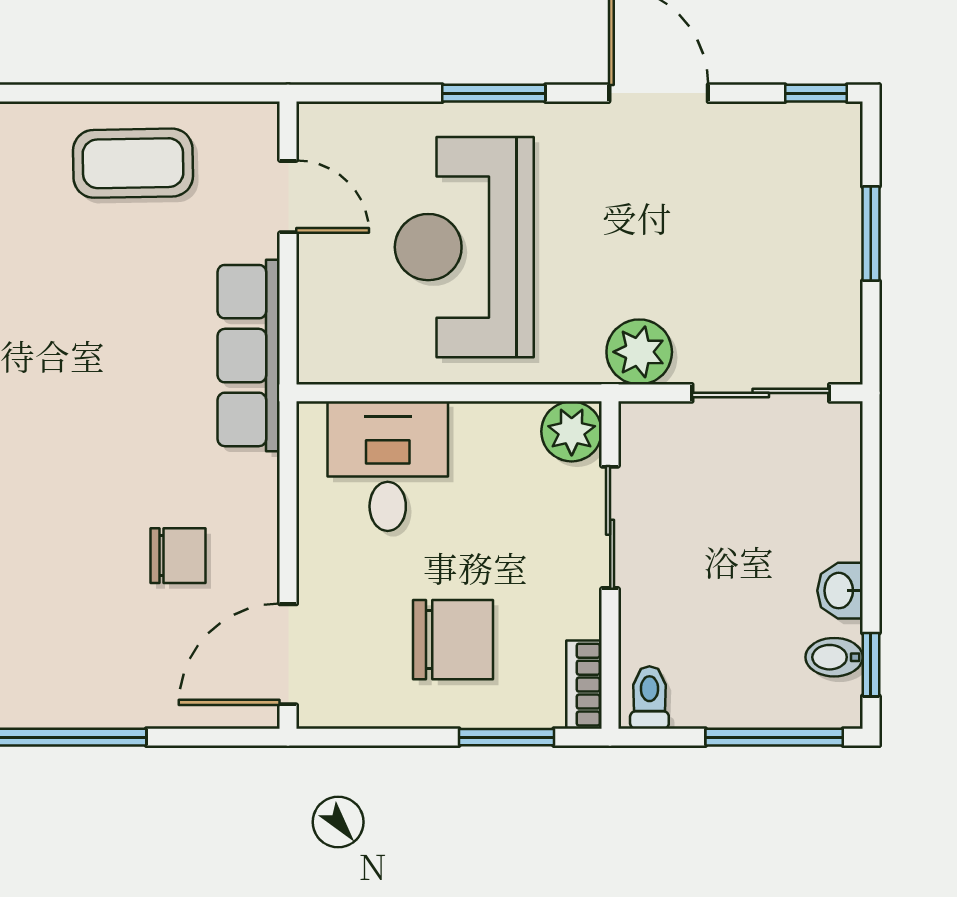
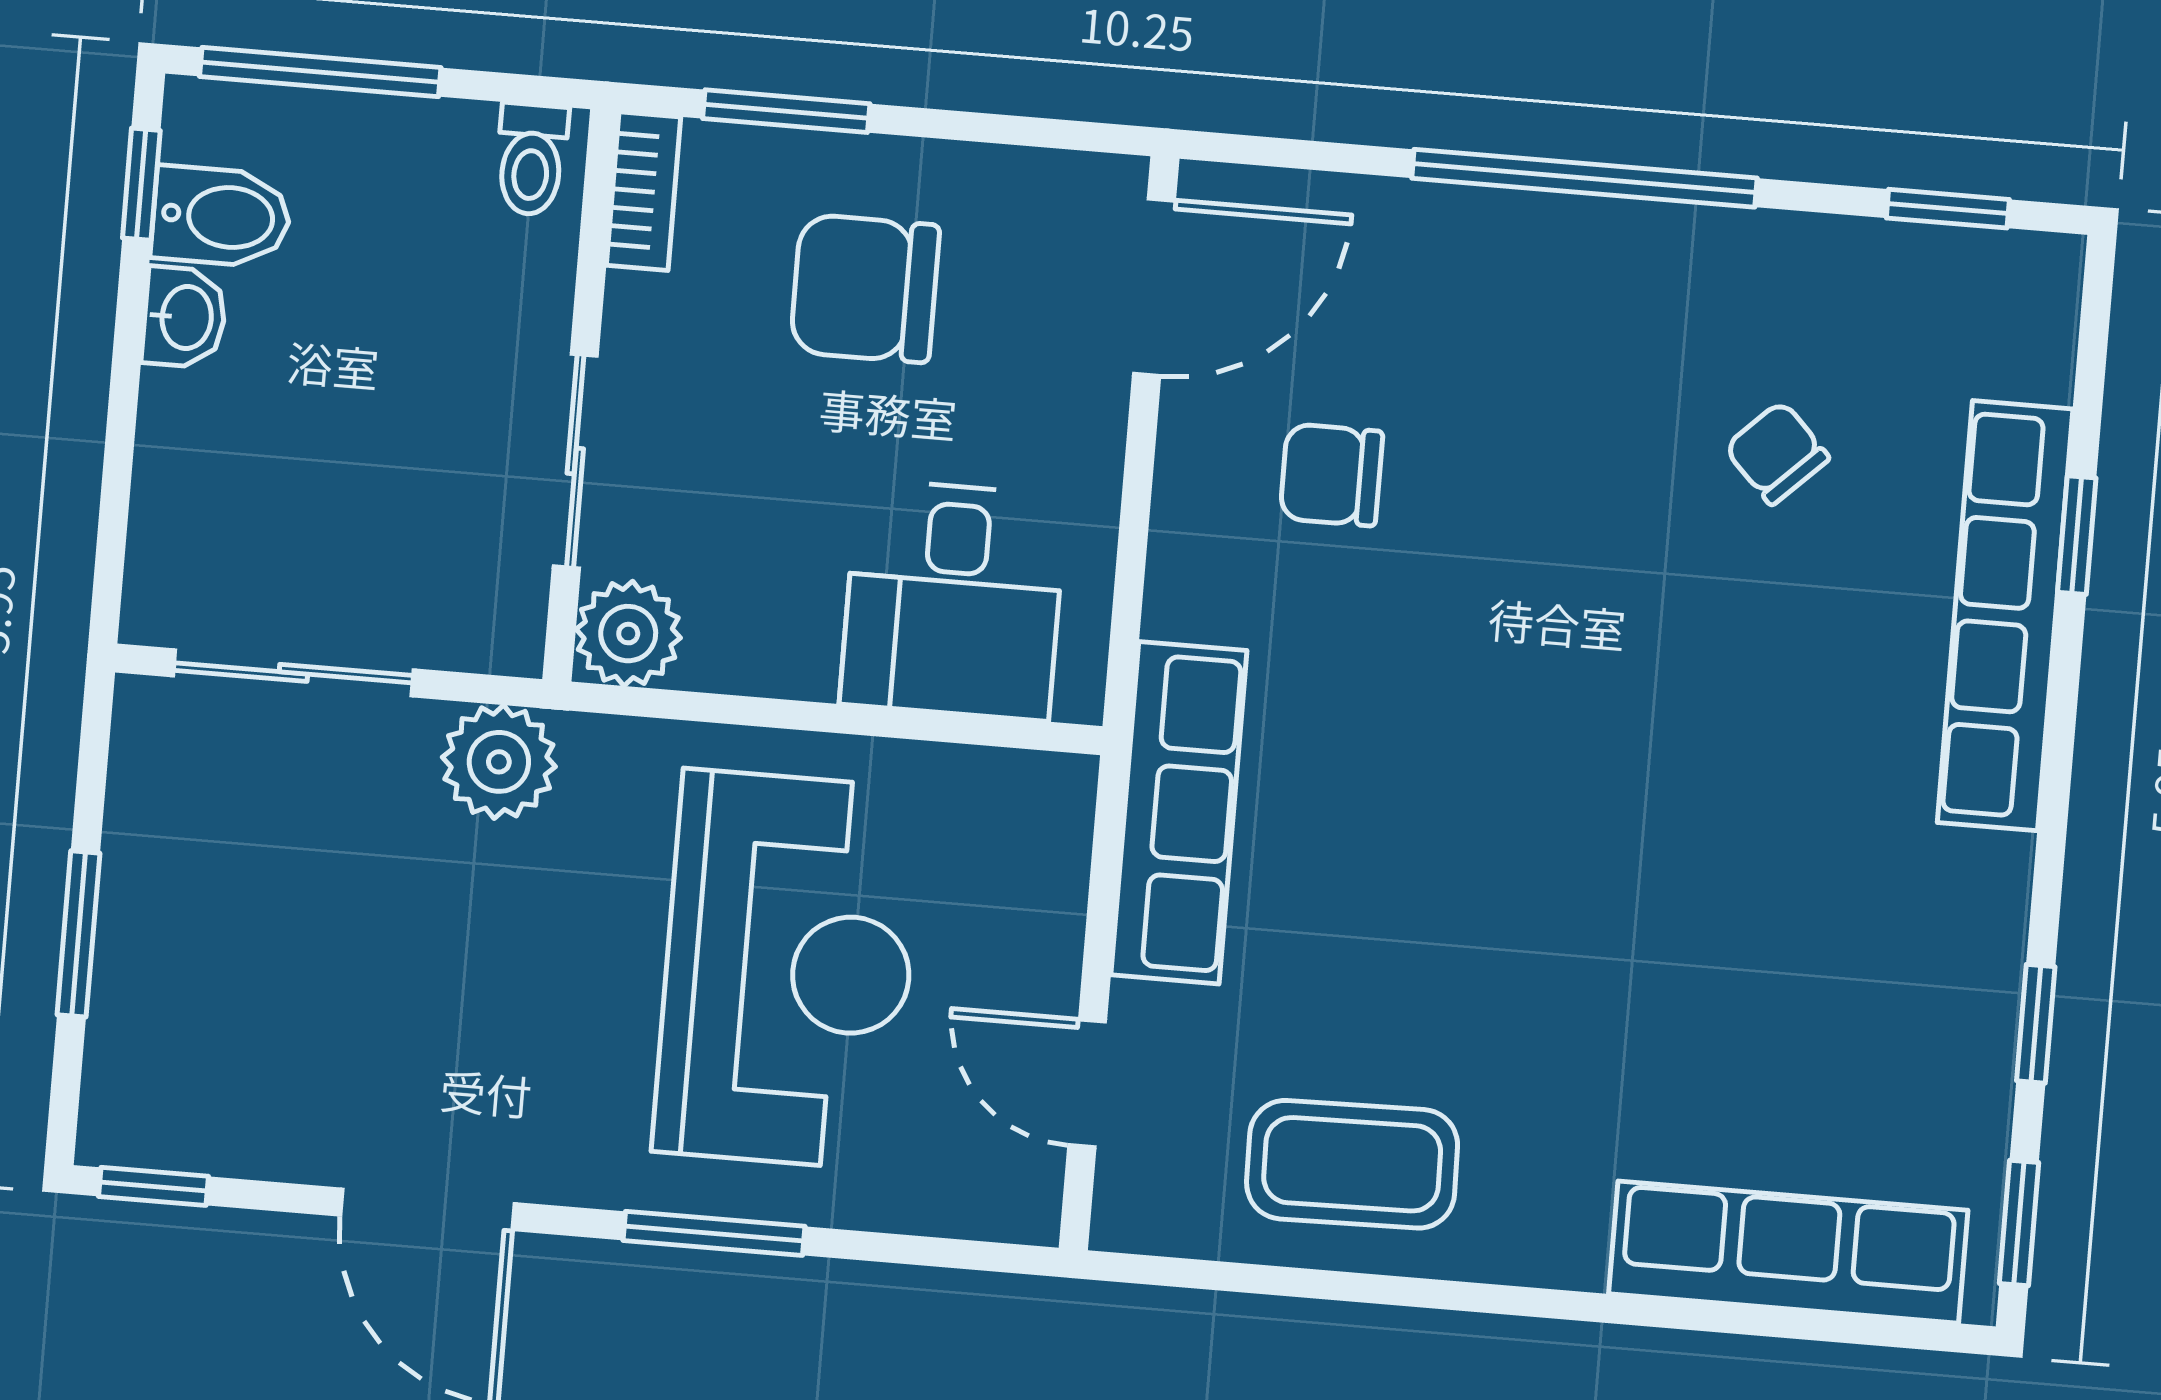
bidet: (834, 657) -> (221, 217), width x1.38, depth x1.36

